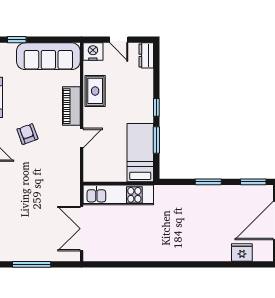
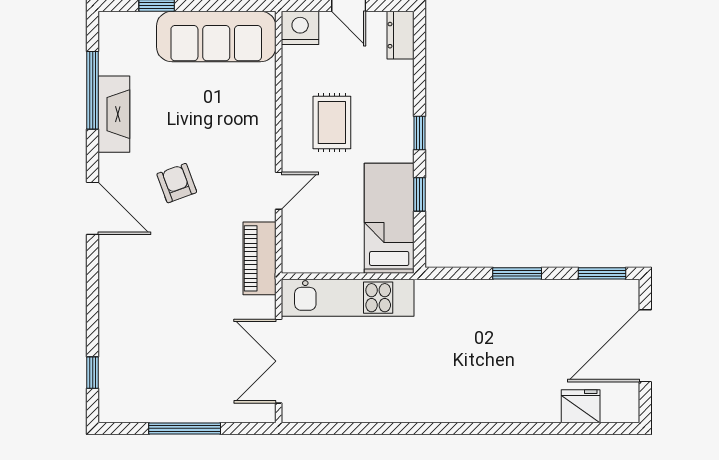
rug: (95, 91) -> (332, 122), moved
piano: (71, 106) -> (259, 258), moved
window: (156, 140) -> (420, 194), width x0.67

